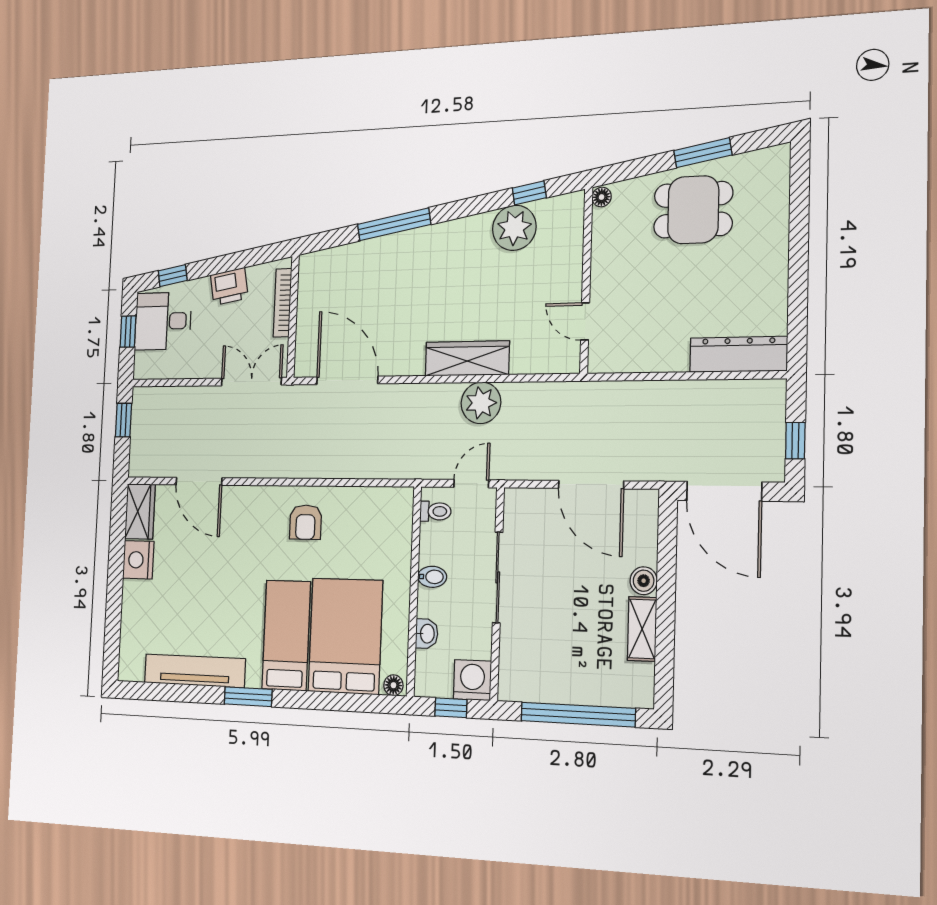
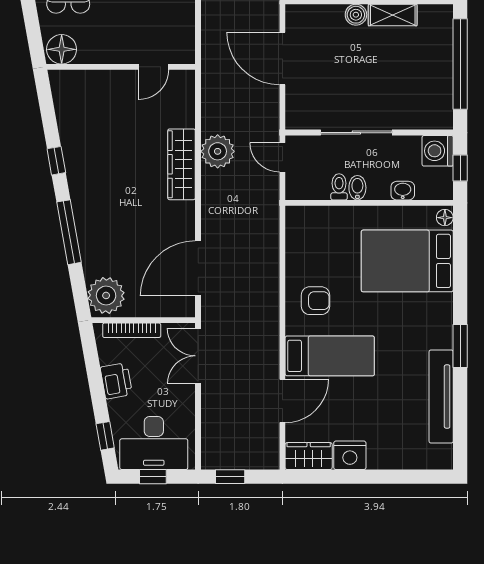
window: (529, 193) -> (56, 161), moved
floor lamp: (602, 197) -> (62, 49), width x1.89, depth x1.89
plant: (514, 228) -> (106, 295), moved
desk: (163, 321) -> (154, 443), width x1.37
door: (591, 485) -> (282, 59), swing flipped
toilet: (435, 511) -> (339, 187), moved
bed: (286, 635) -> (330, 356), moved, turned 180

